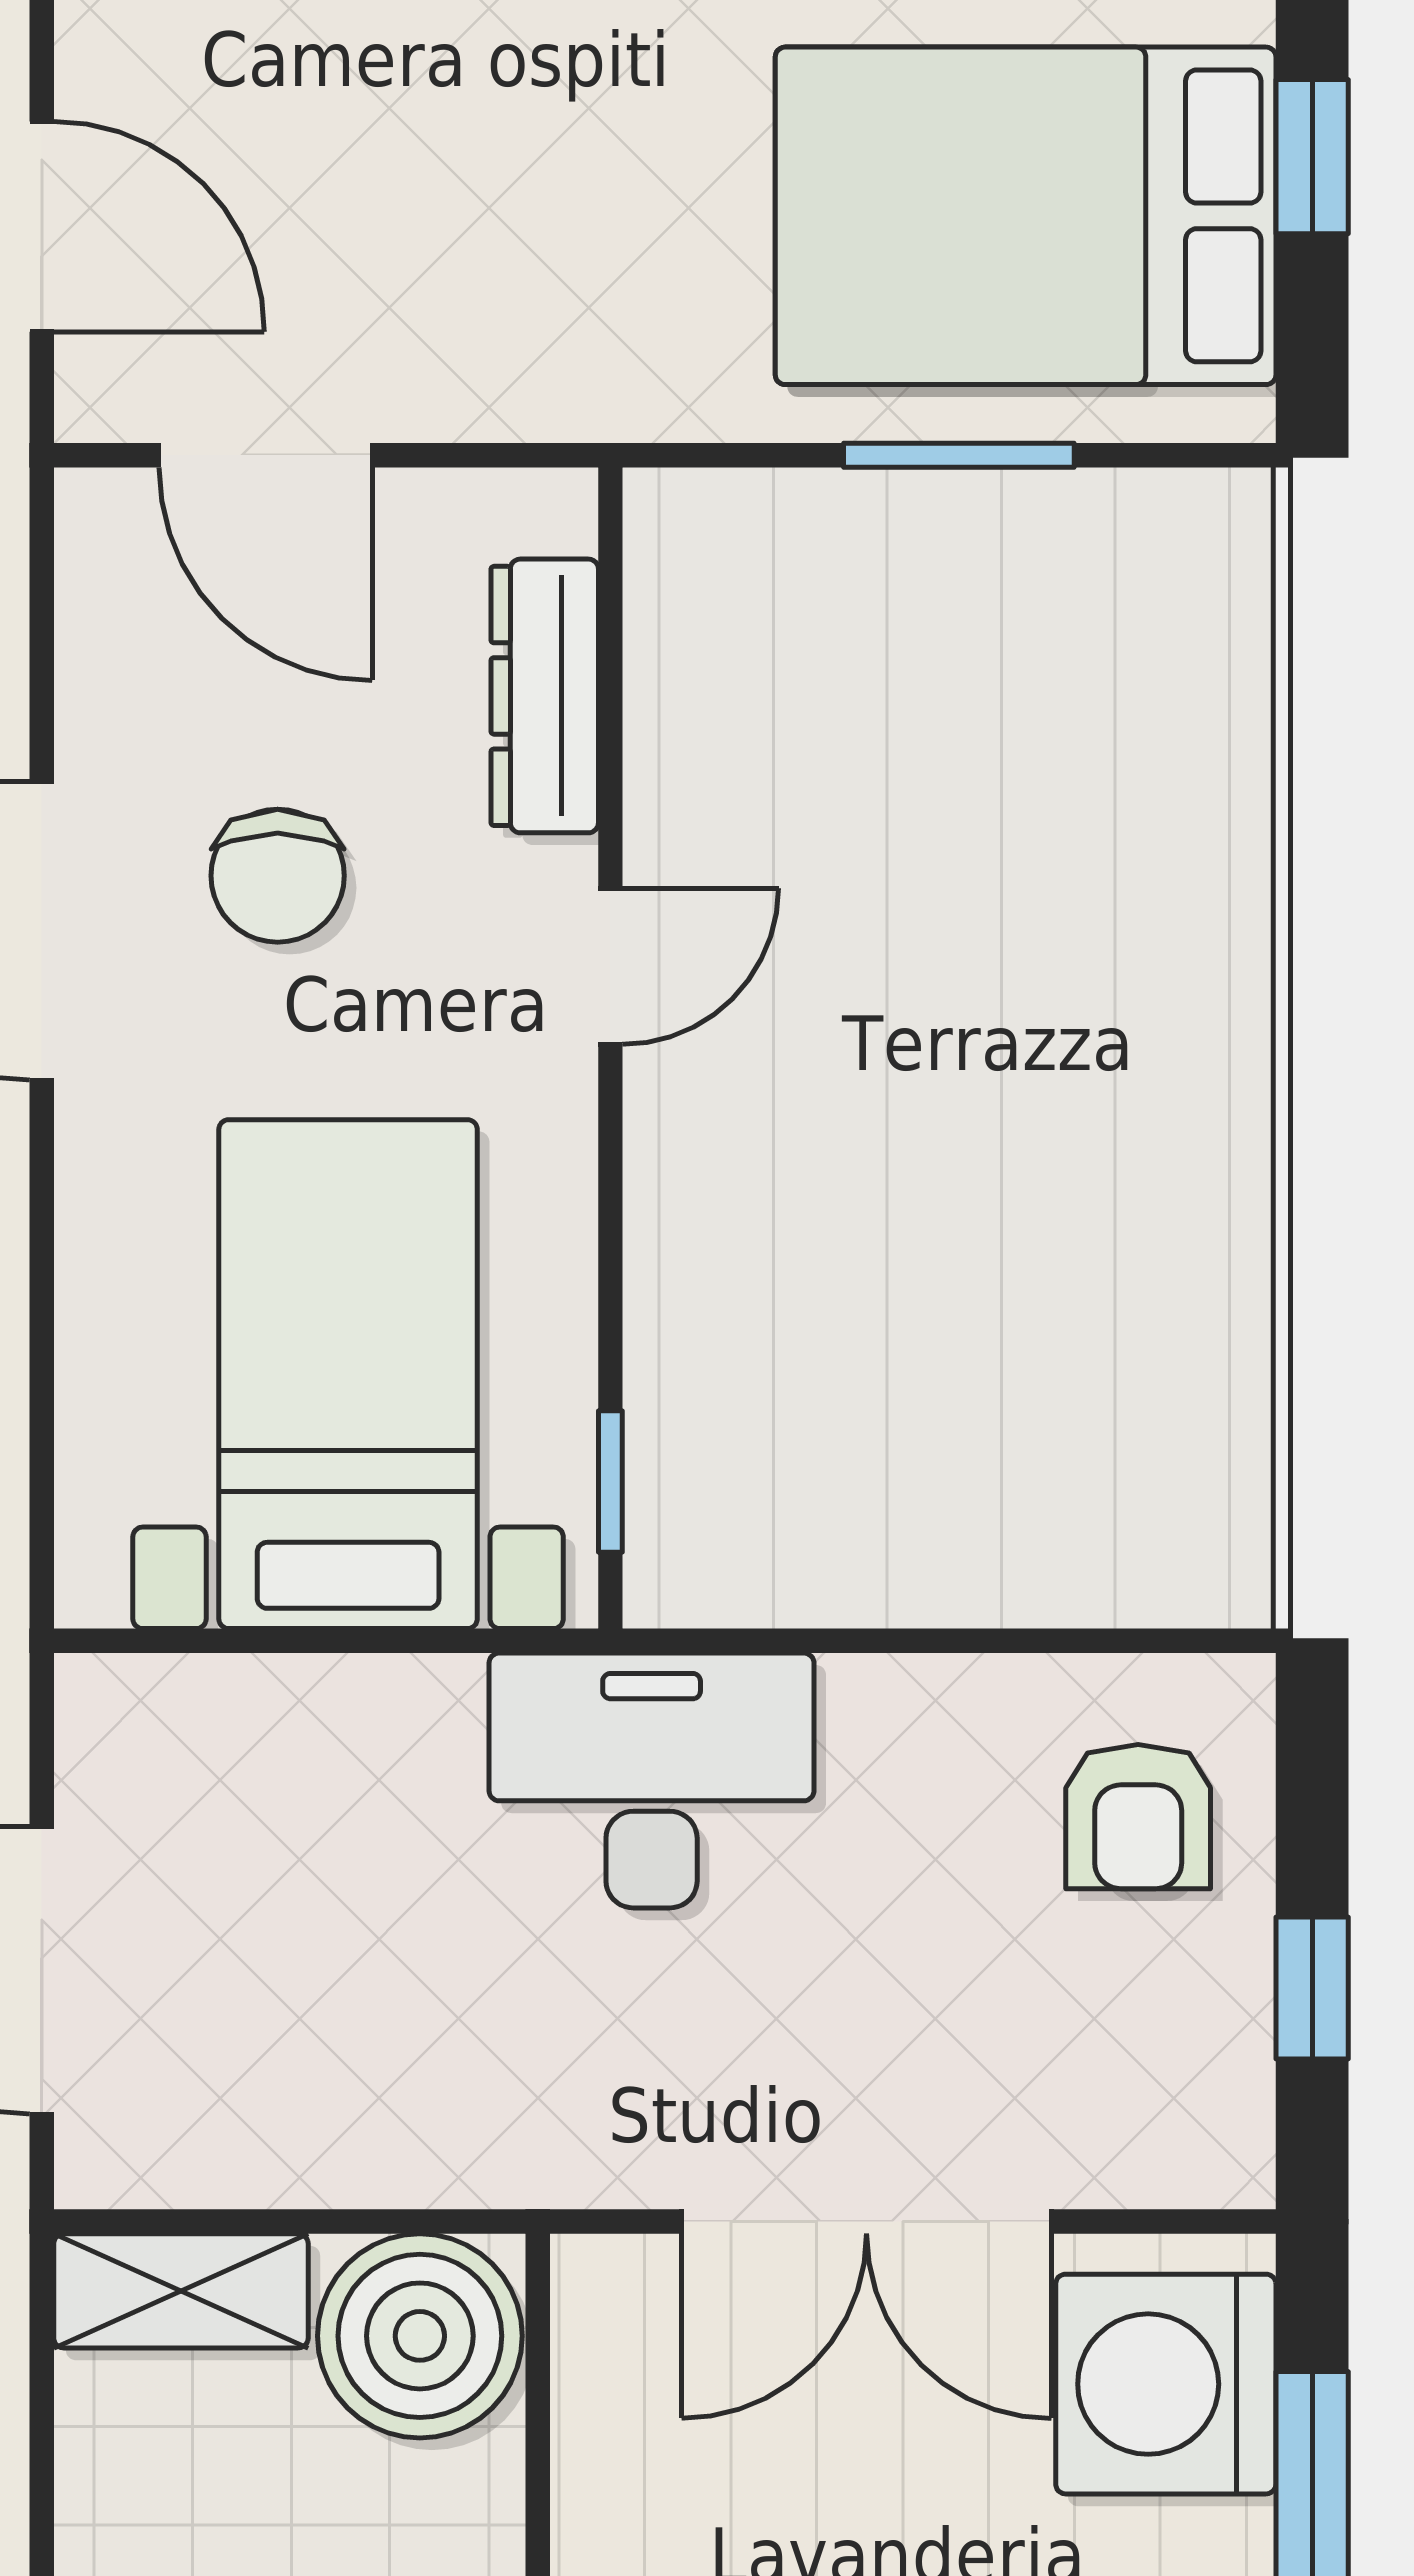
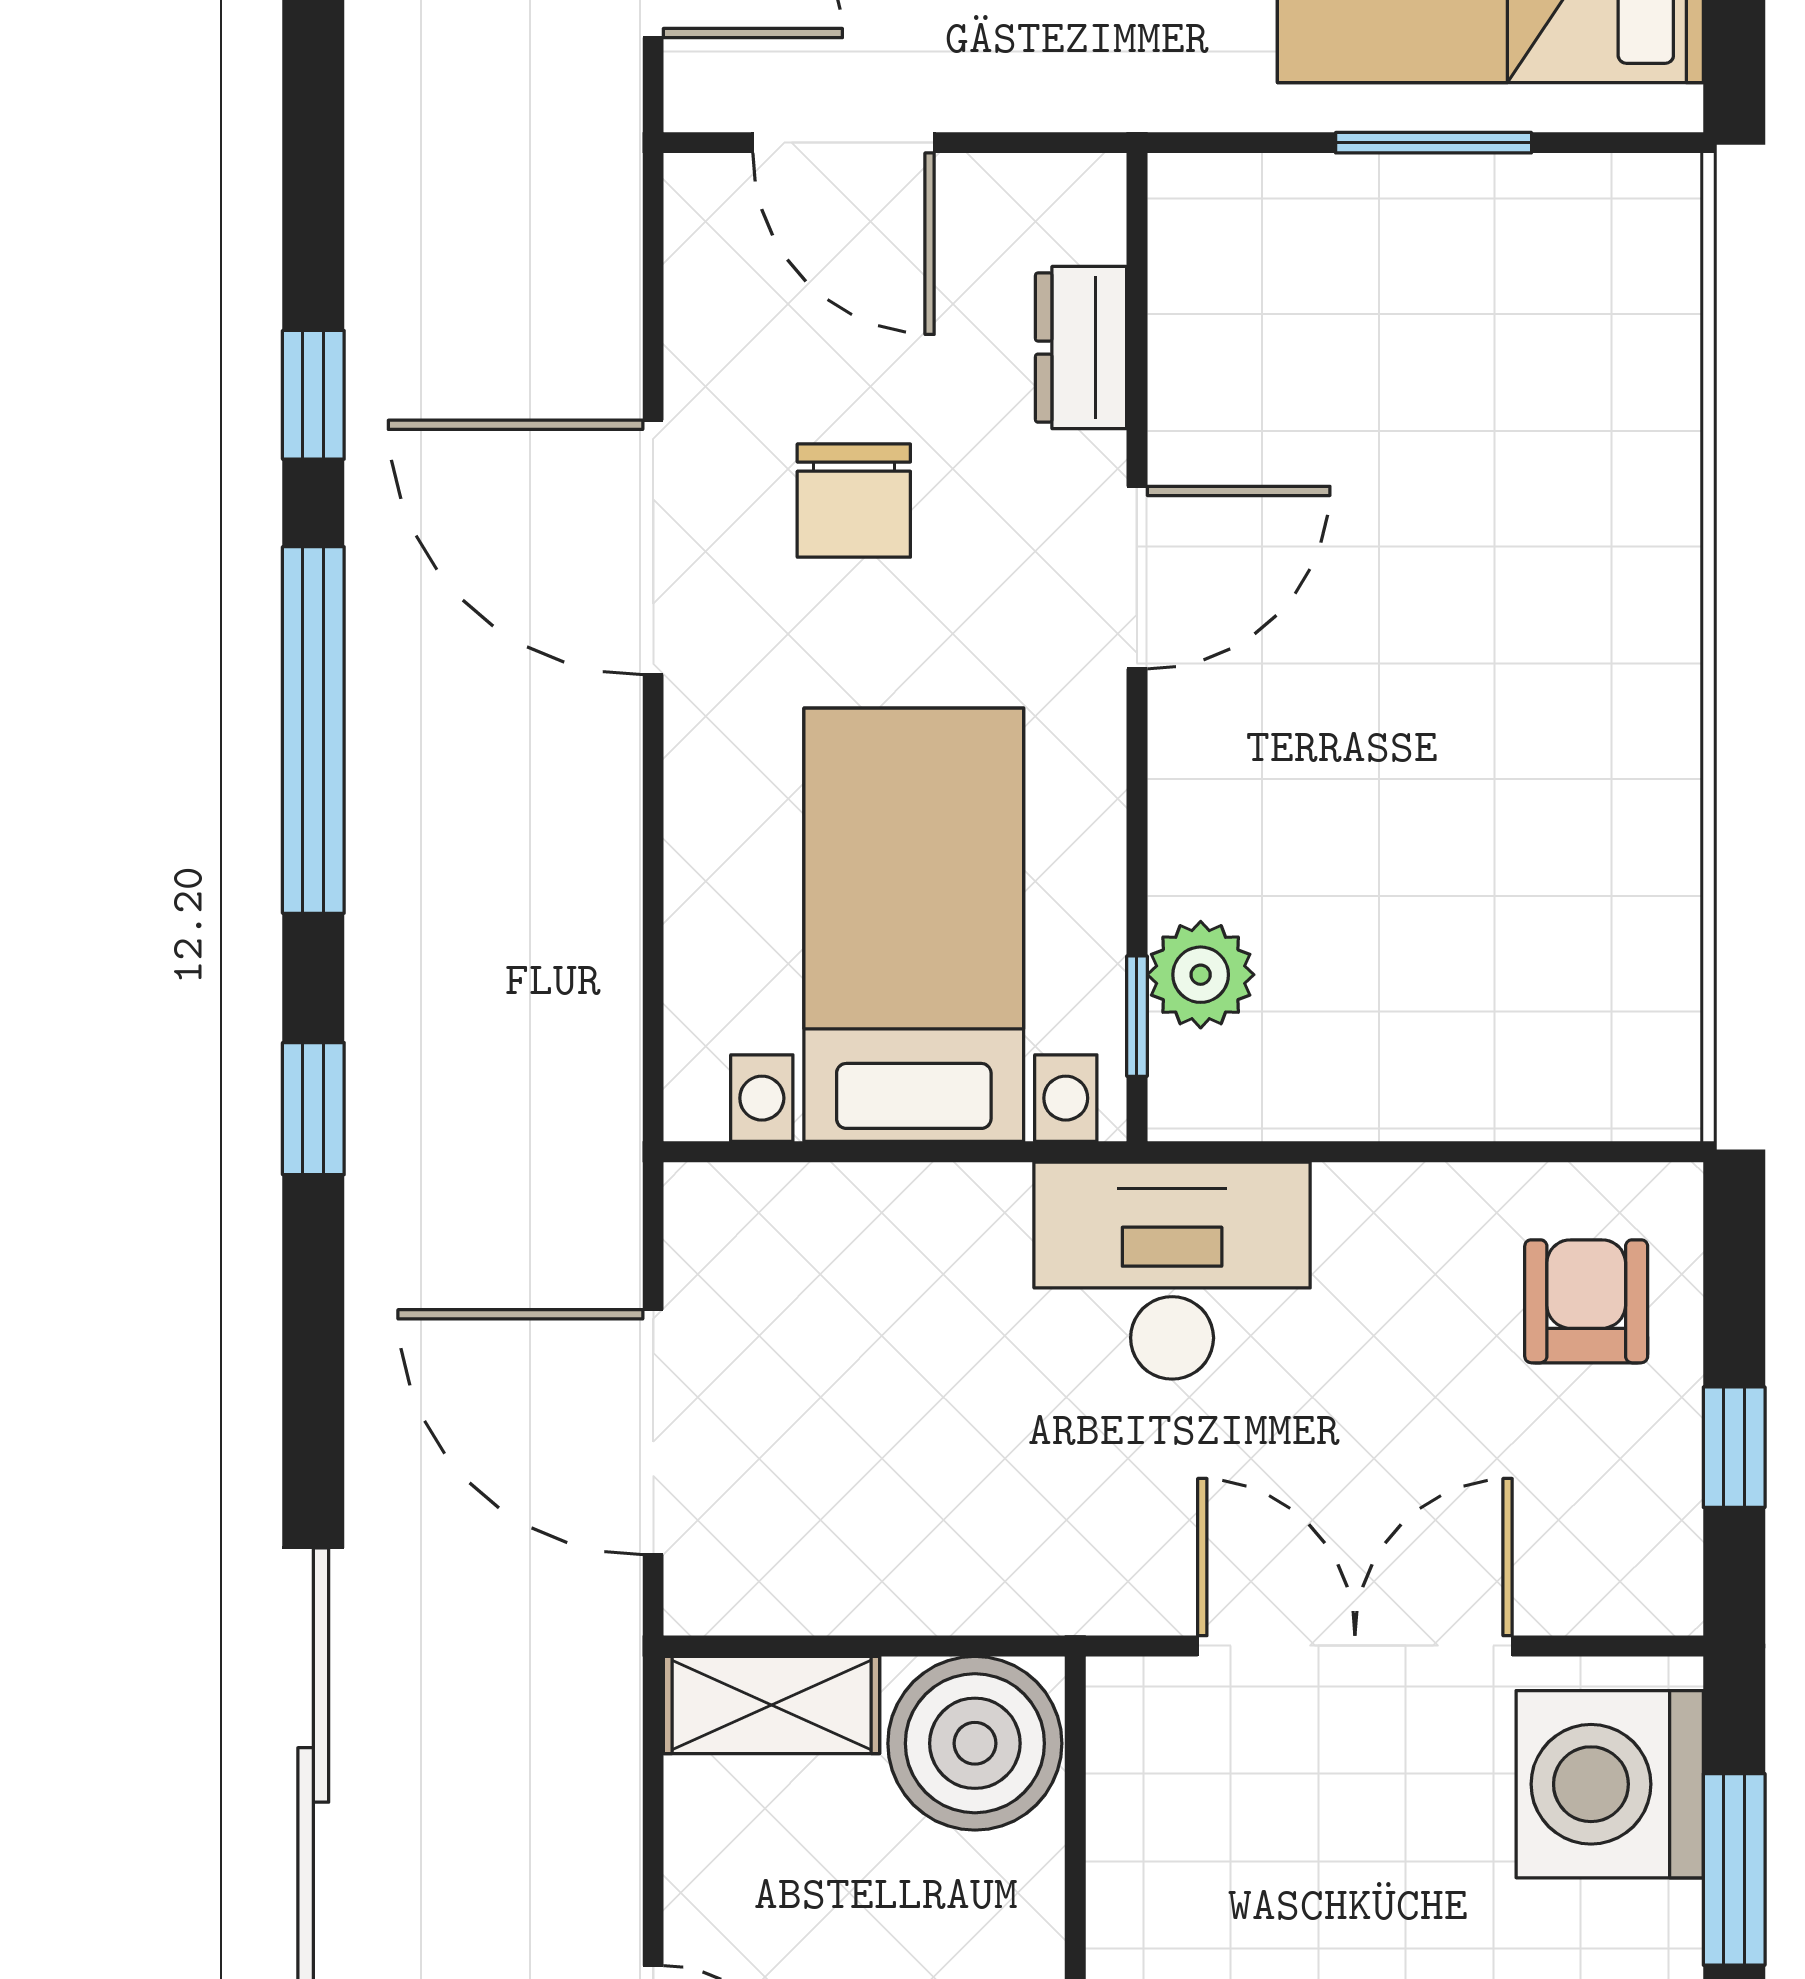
dresser: (545, 696) -> (1081, 348), width x0.70
door: (610, 966) -> (1137, 578), width x1.38
plant: (685, 1433) -> (1201, 975), added
armchair: (1138, 1817) -> (1586, 1301), turned 180
double door: (866, 2222) -> (1355, 1646), swing flipped

